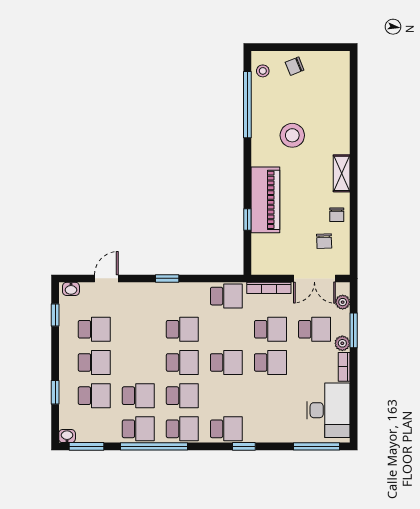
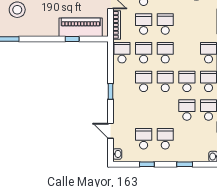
piano: (265, 200) -> (81, 27), moved
window: (55, 315) -> (147, 164), moved
school desk: (94, 396) -> (144, 53), moved

